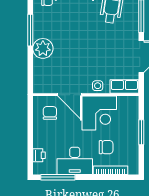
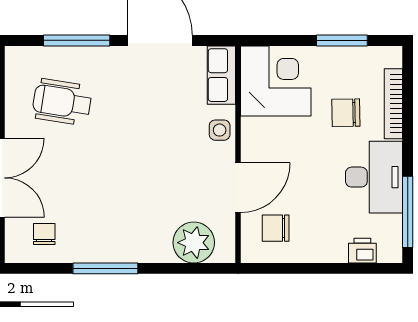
plant: (43, 48) -> (194, 243), moved
corner desk: (99, 113) -> (276, 81), moved
window: (141, 132) -> (342, 40), moved
chair: (106, 147) -> (346, 113), turned -91

